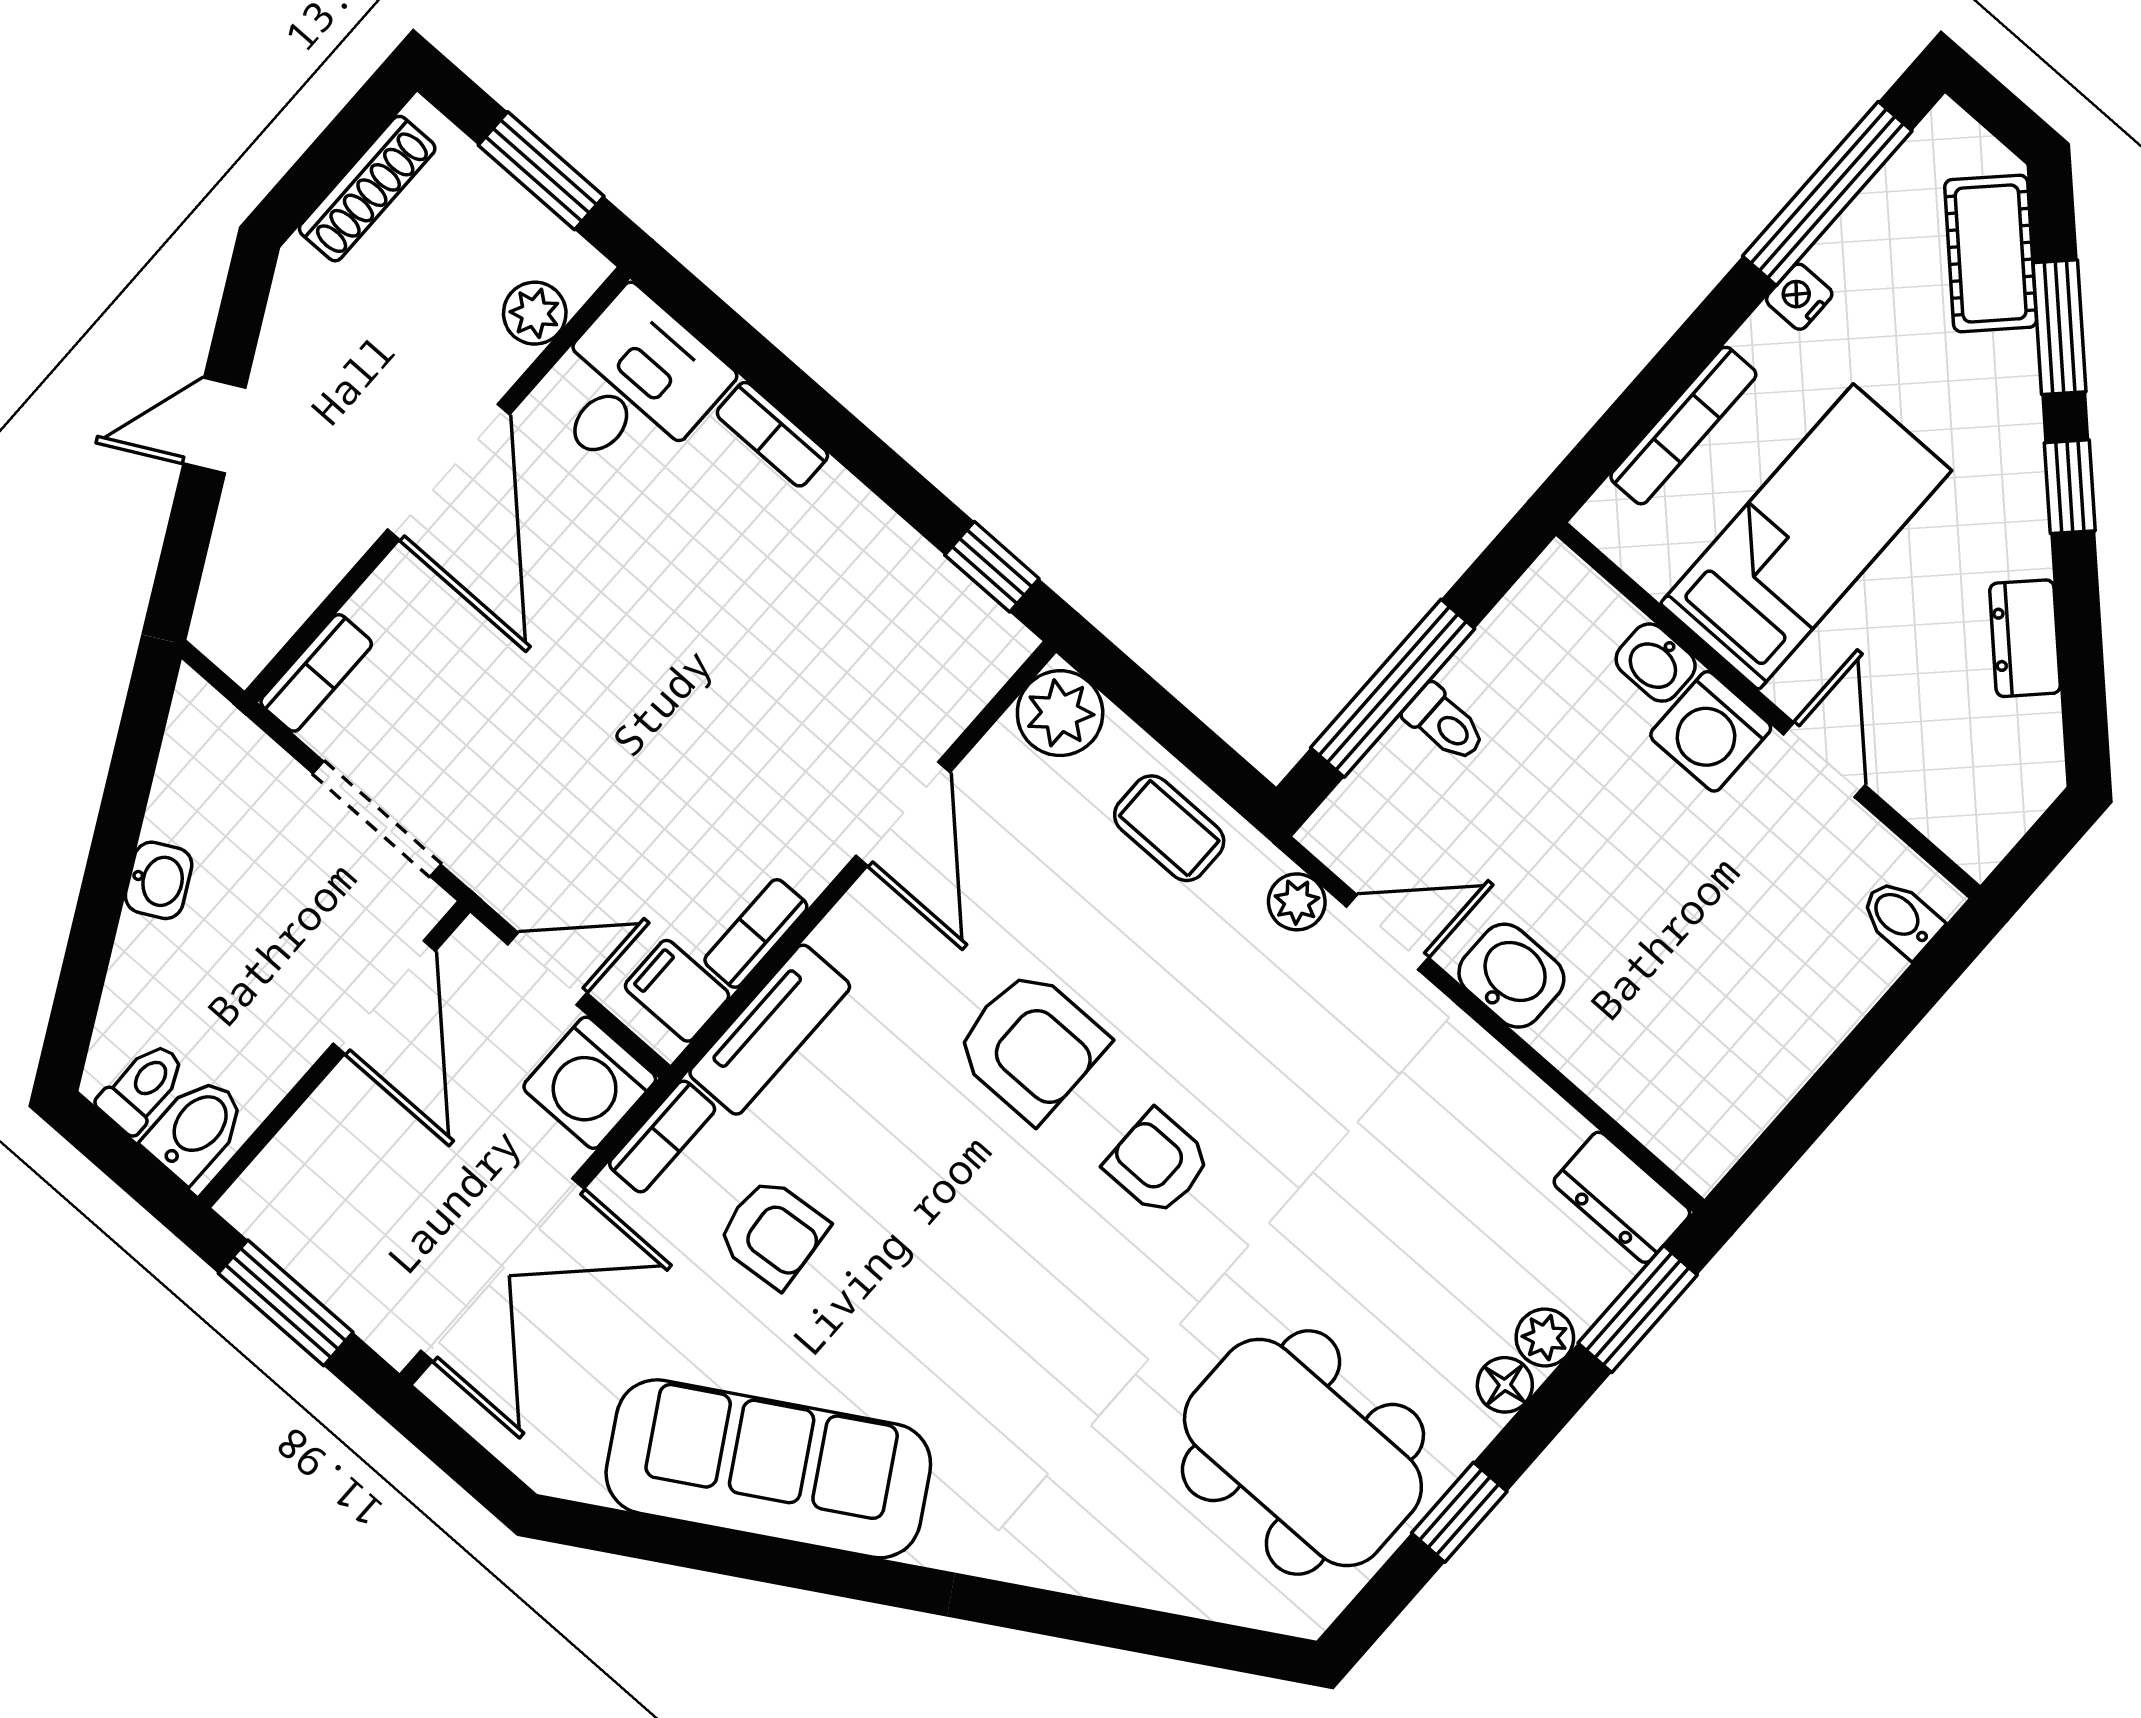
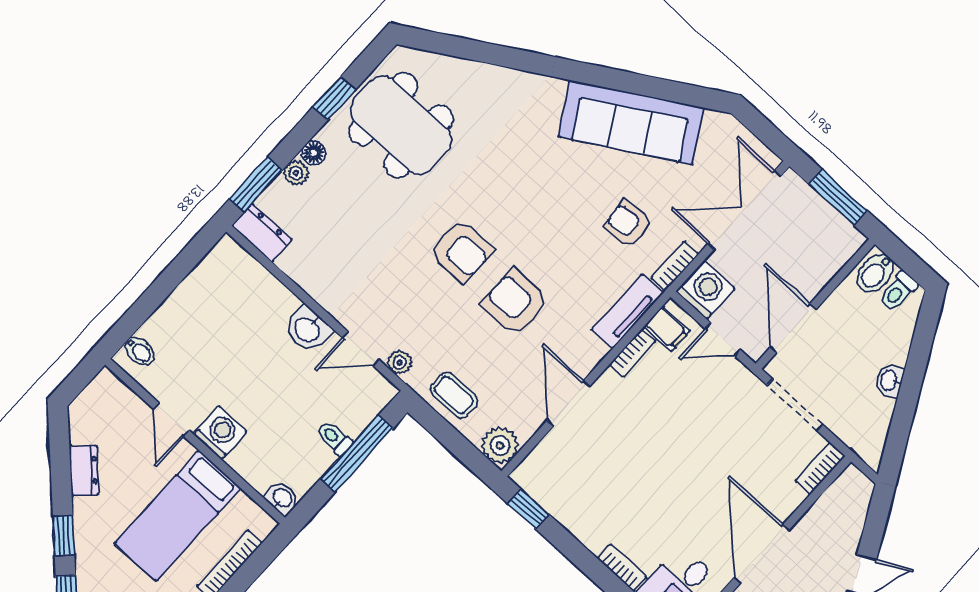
washbasin: (1656, 663) -> (282, 498), moved
armchair: (1158, 1163) -> (461, 251), width x1.38, depth x1.38

